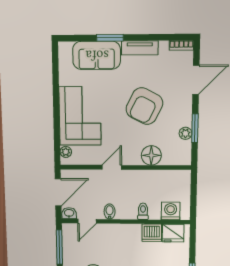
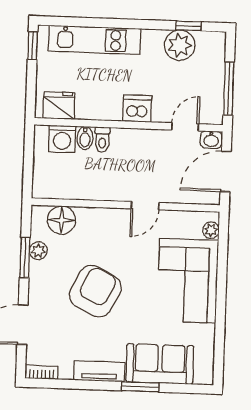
floor lamp: (151, 155) -> (62, 220), moved
bidet: (110, 212) -> (85, 138), moved
dishwasher: (152, 233) -> (137, 109), moved

